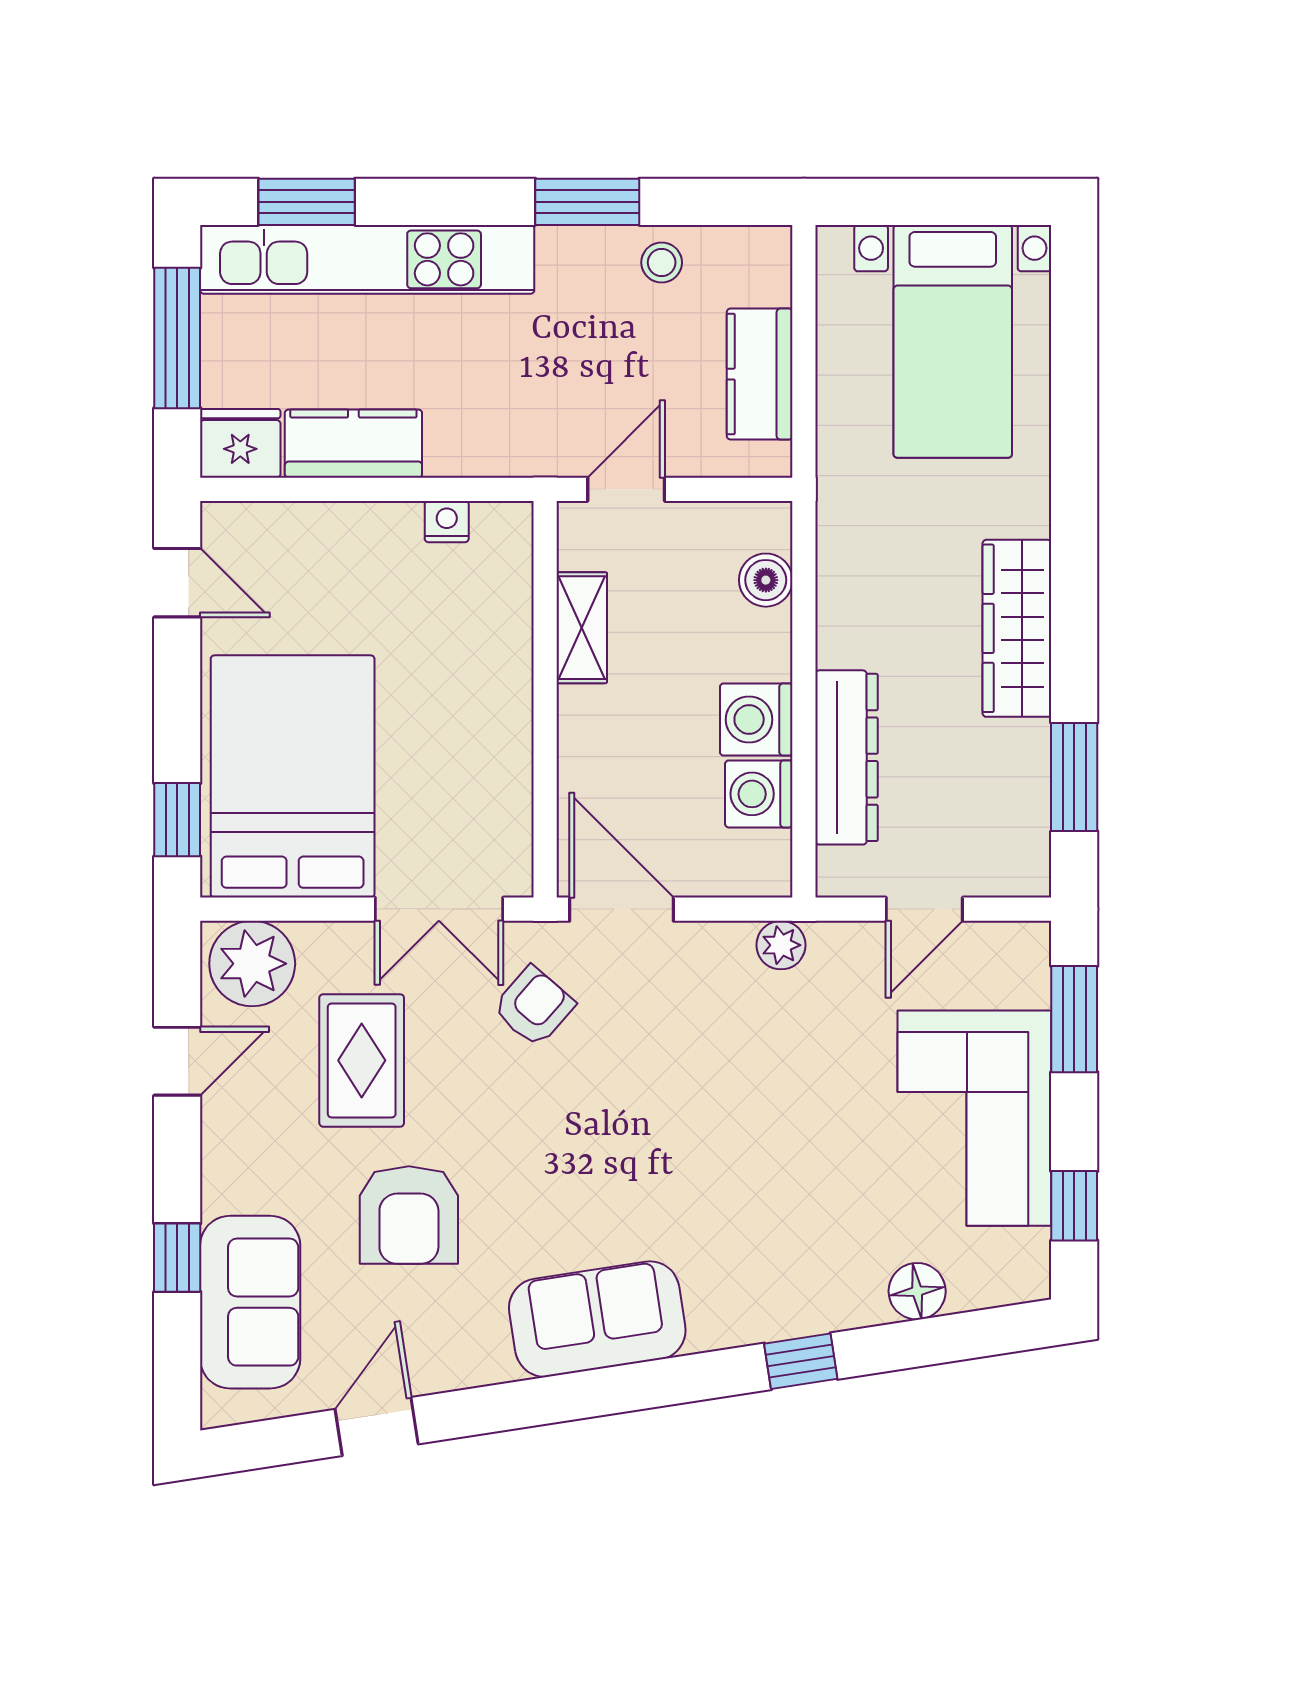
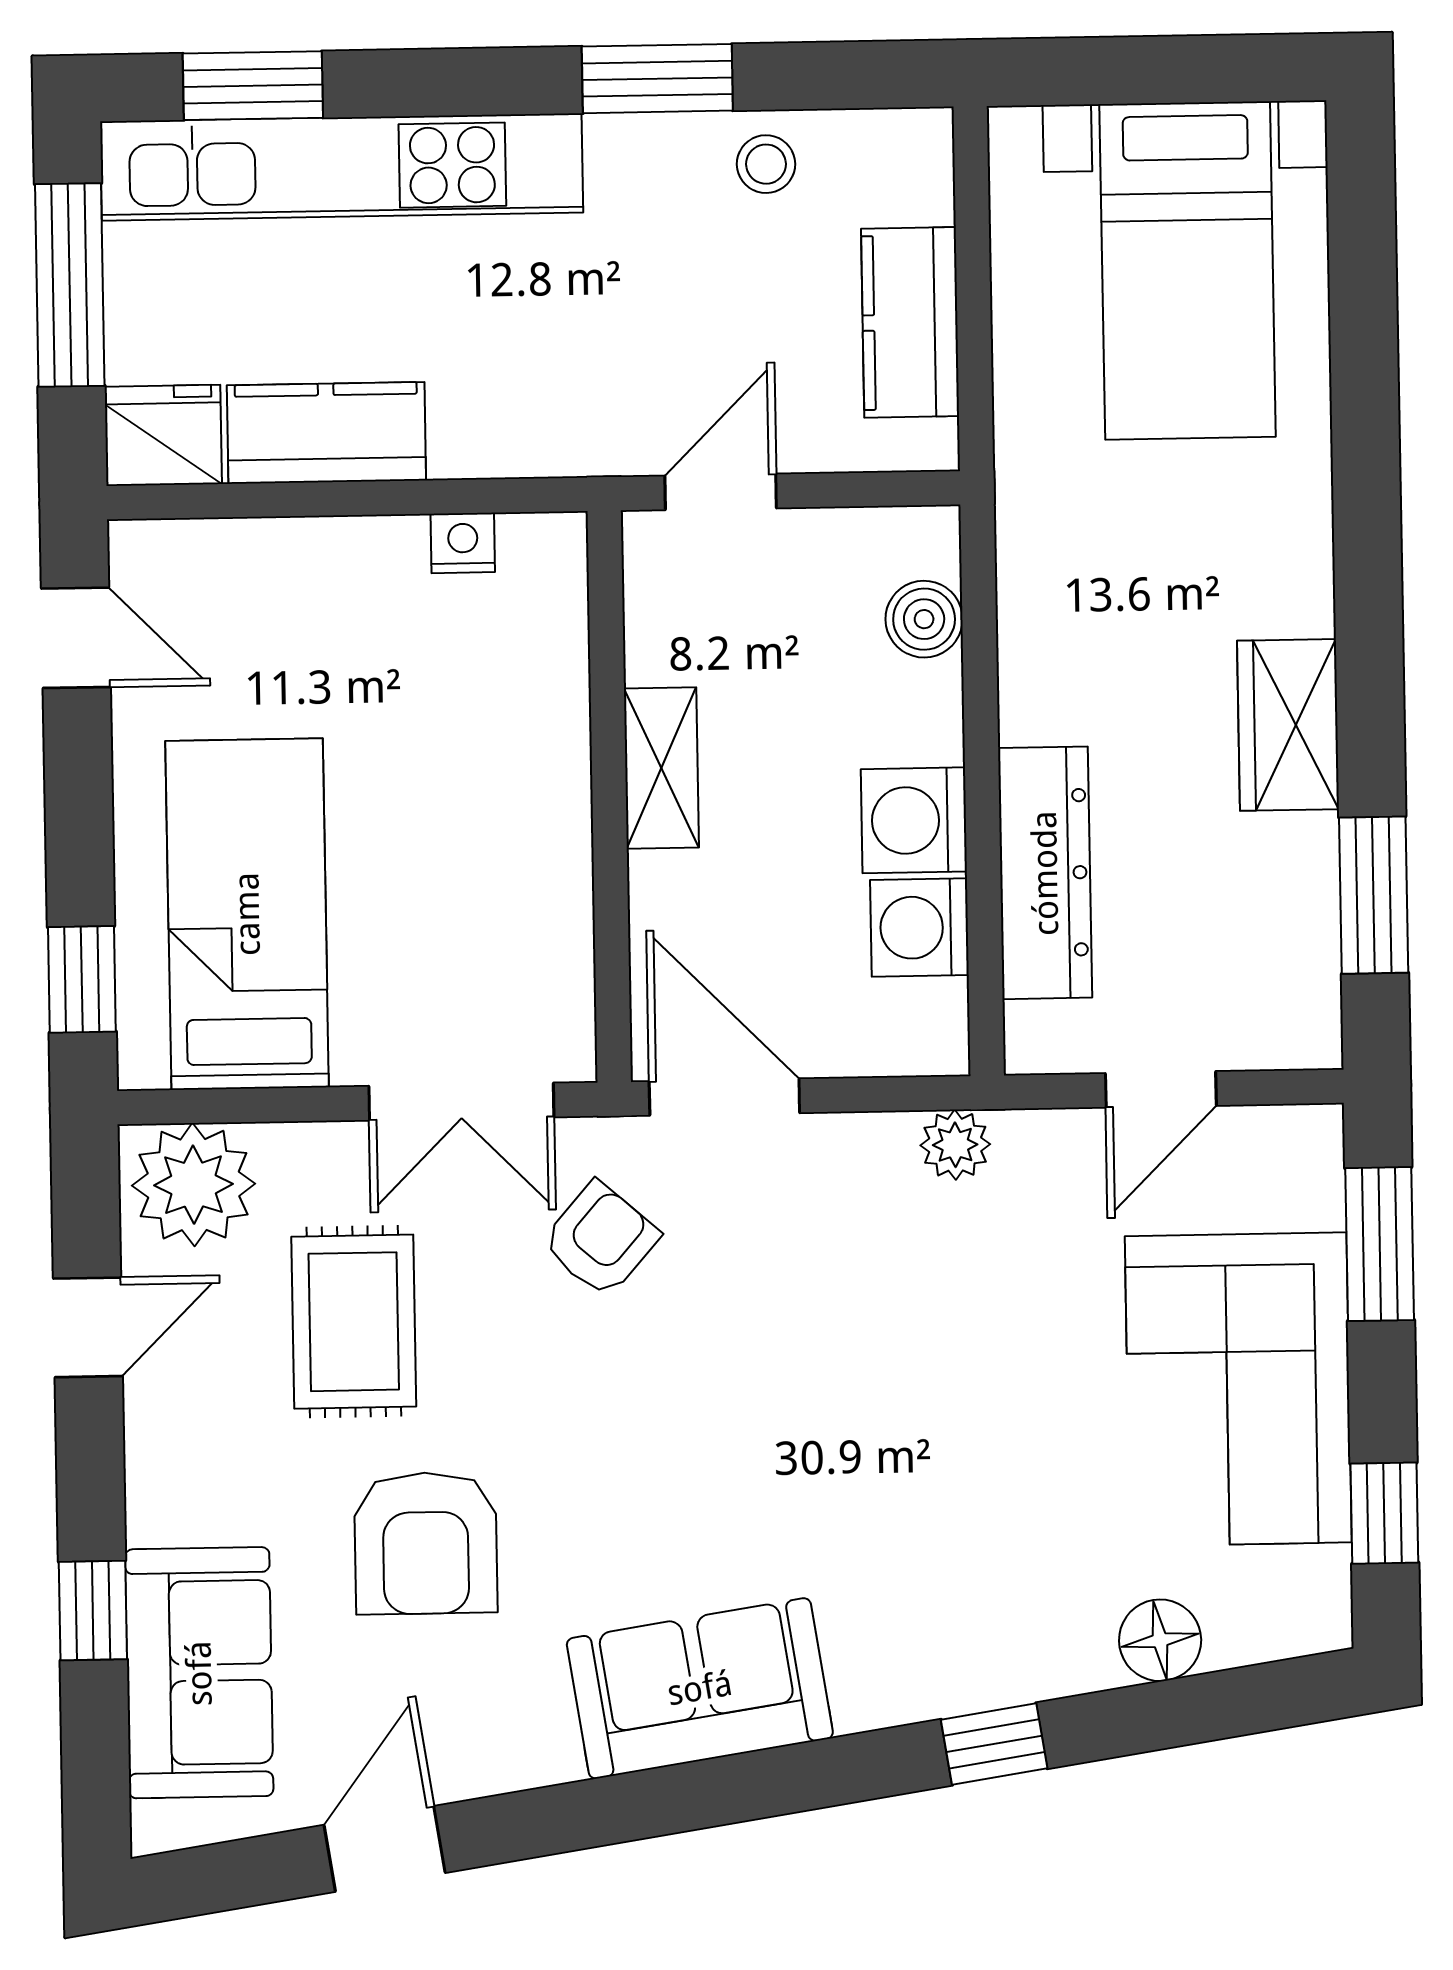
shelving: (582, 628) -> (661, 768), moved
wardrobe: (1017, 628) -> (1288, 725), width x0.67
bed: (293, 776) -> (247, 914), width x0.67

